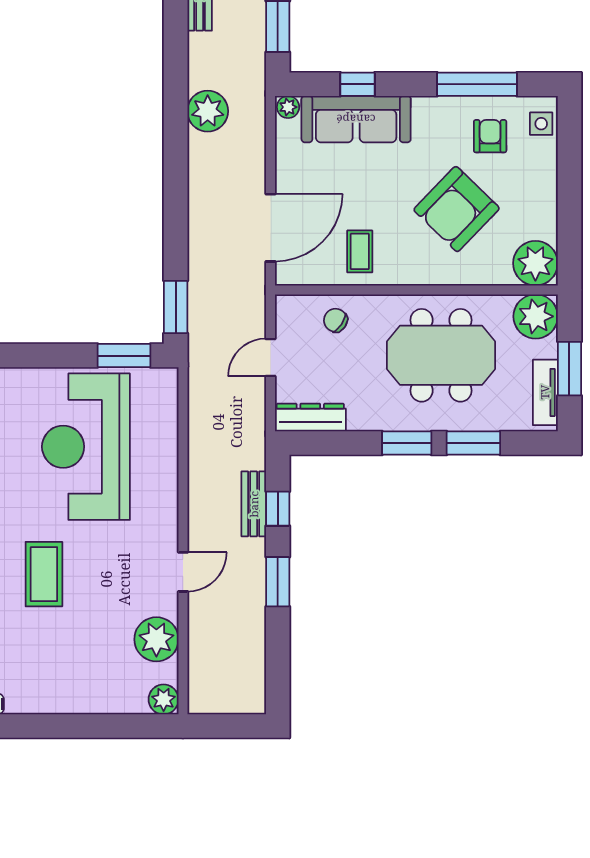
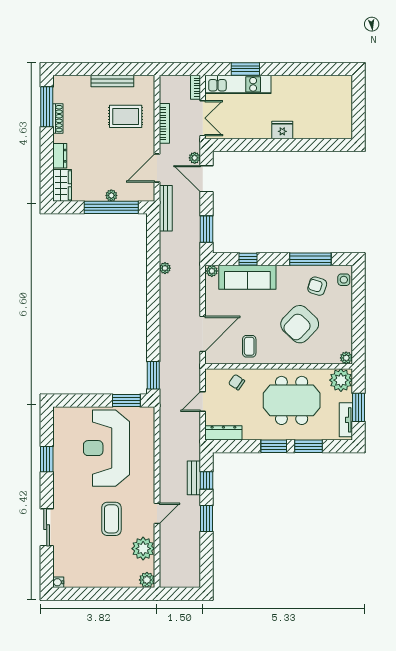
plant: (208, 111) -> (165, 268), width x0.53, depth x0.53
armchair: (490, 136) -> (317, 286), turned -72
plant: (535, 263) -> (346, 358), width x0.53, depth x0.53
coffee table: (44, 574) -> (111, 519), moved

